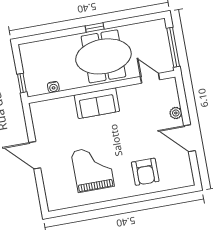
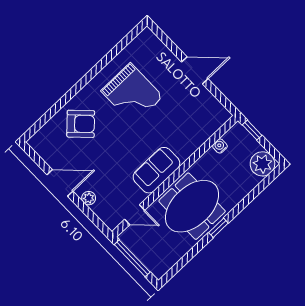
plant: (31, 53) -> (262, 164), added
sofa: (97, 103) -> (156, 170), moved
armchair: (145, 172) -> (81, 124), turned 135

